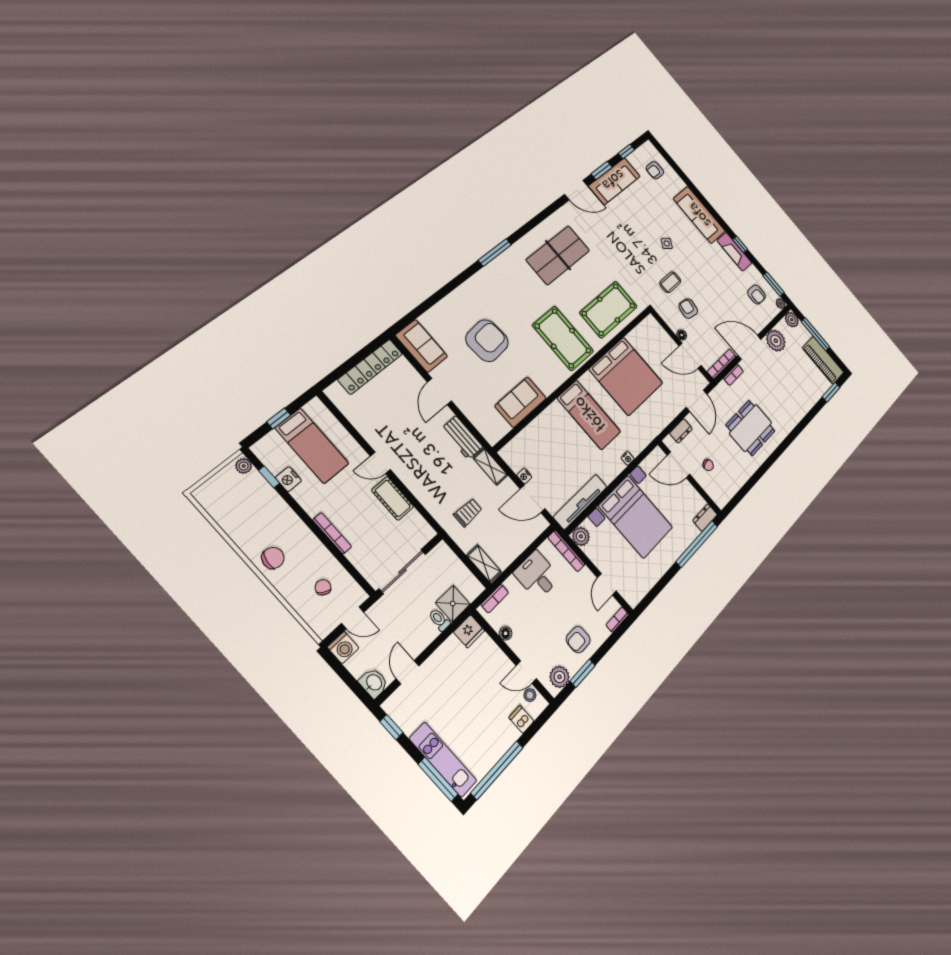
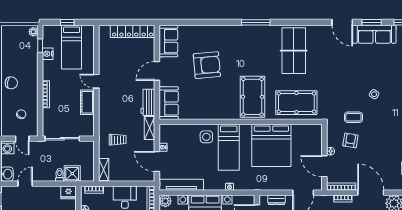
table tennis table: (558, 255) -> (294, 51), turned 90
sofa: (521, 402) -> (169, 103), moved, turned 90
side table: (557, 423) -> (206, 137), added

